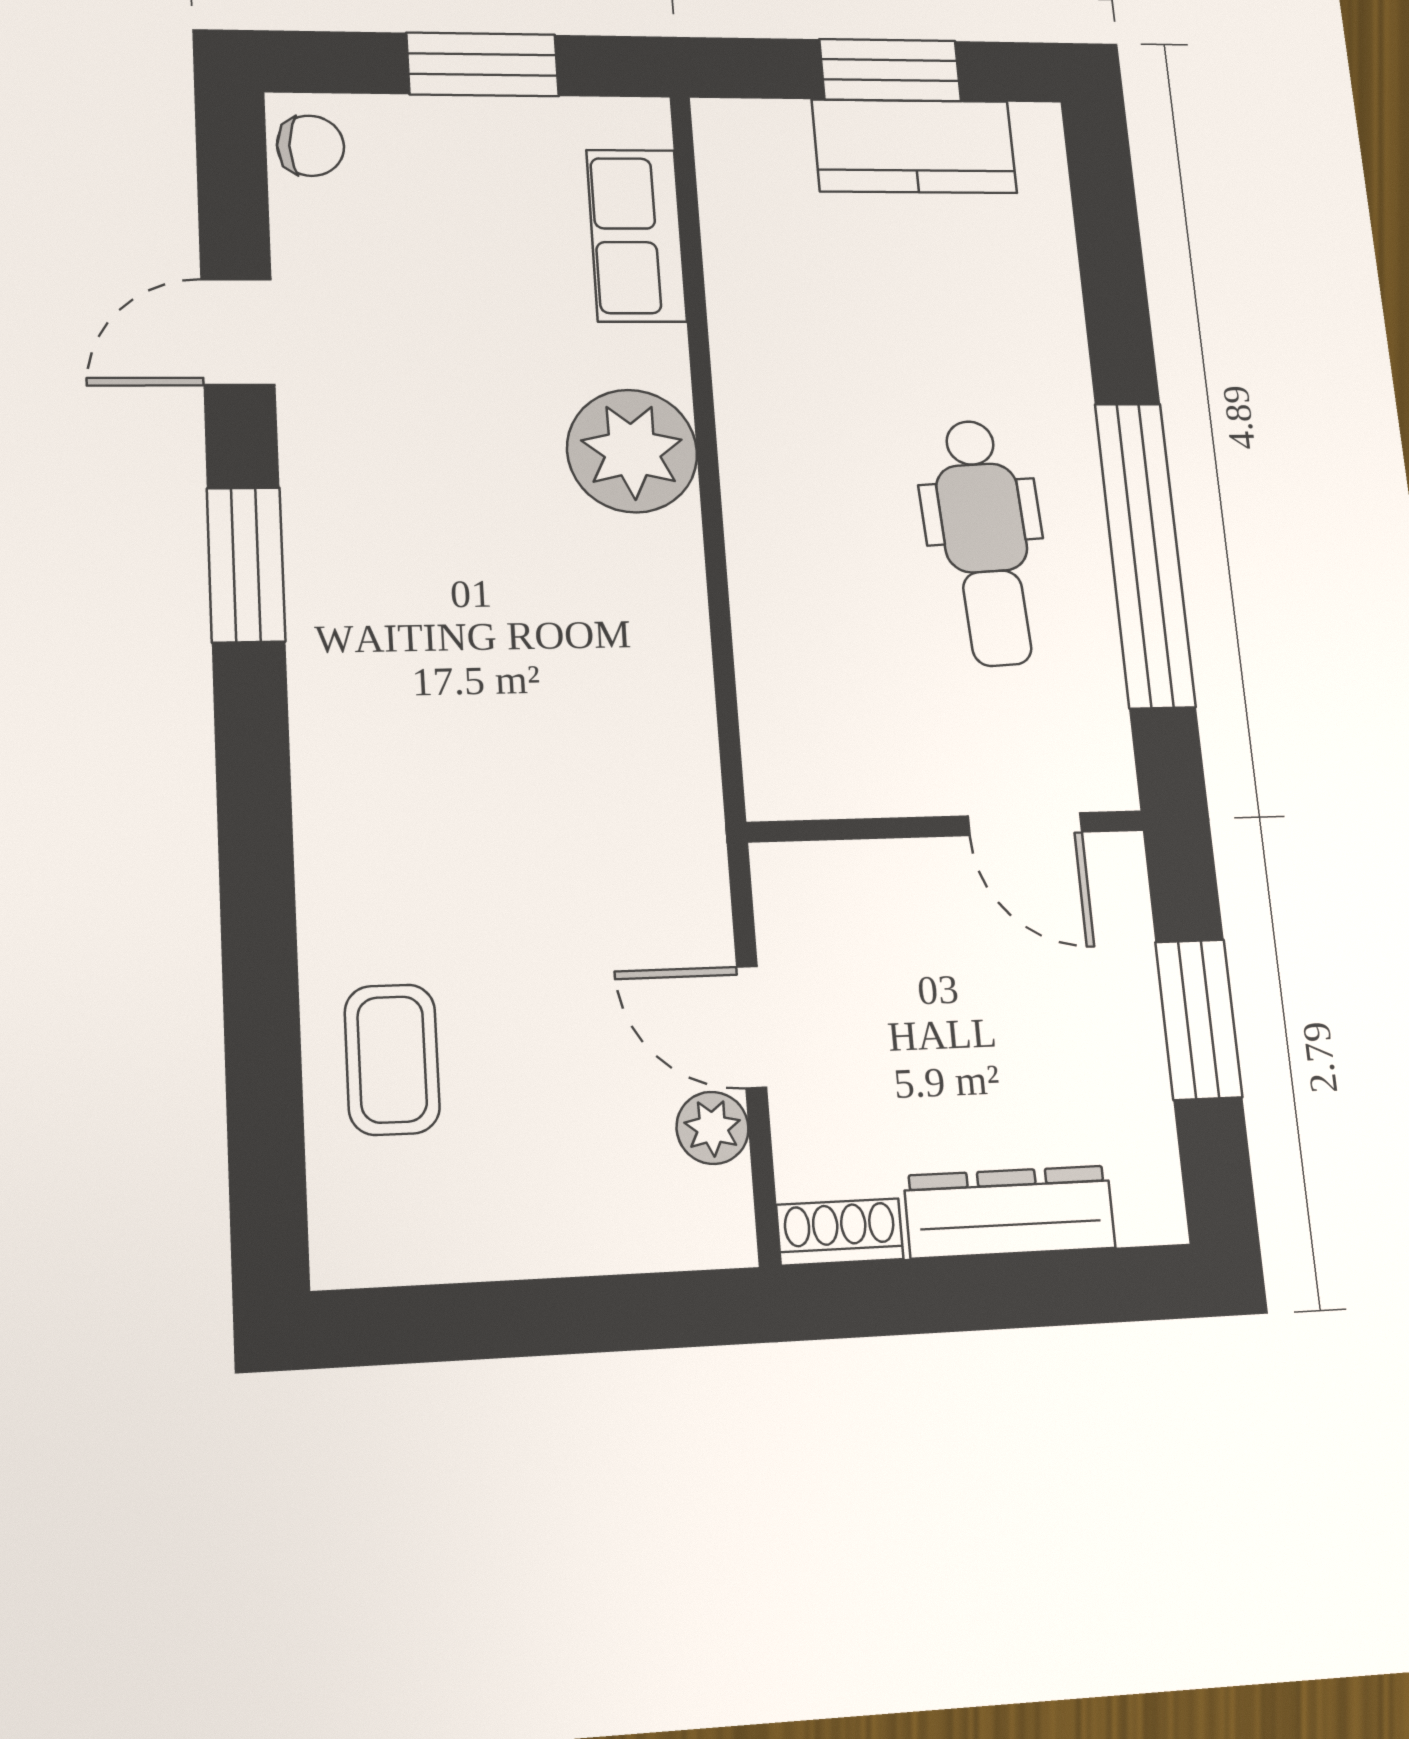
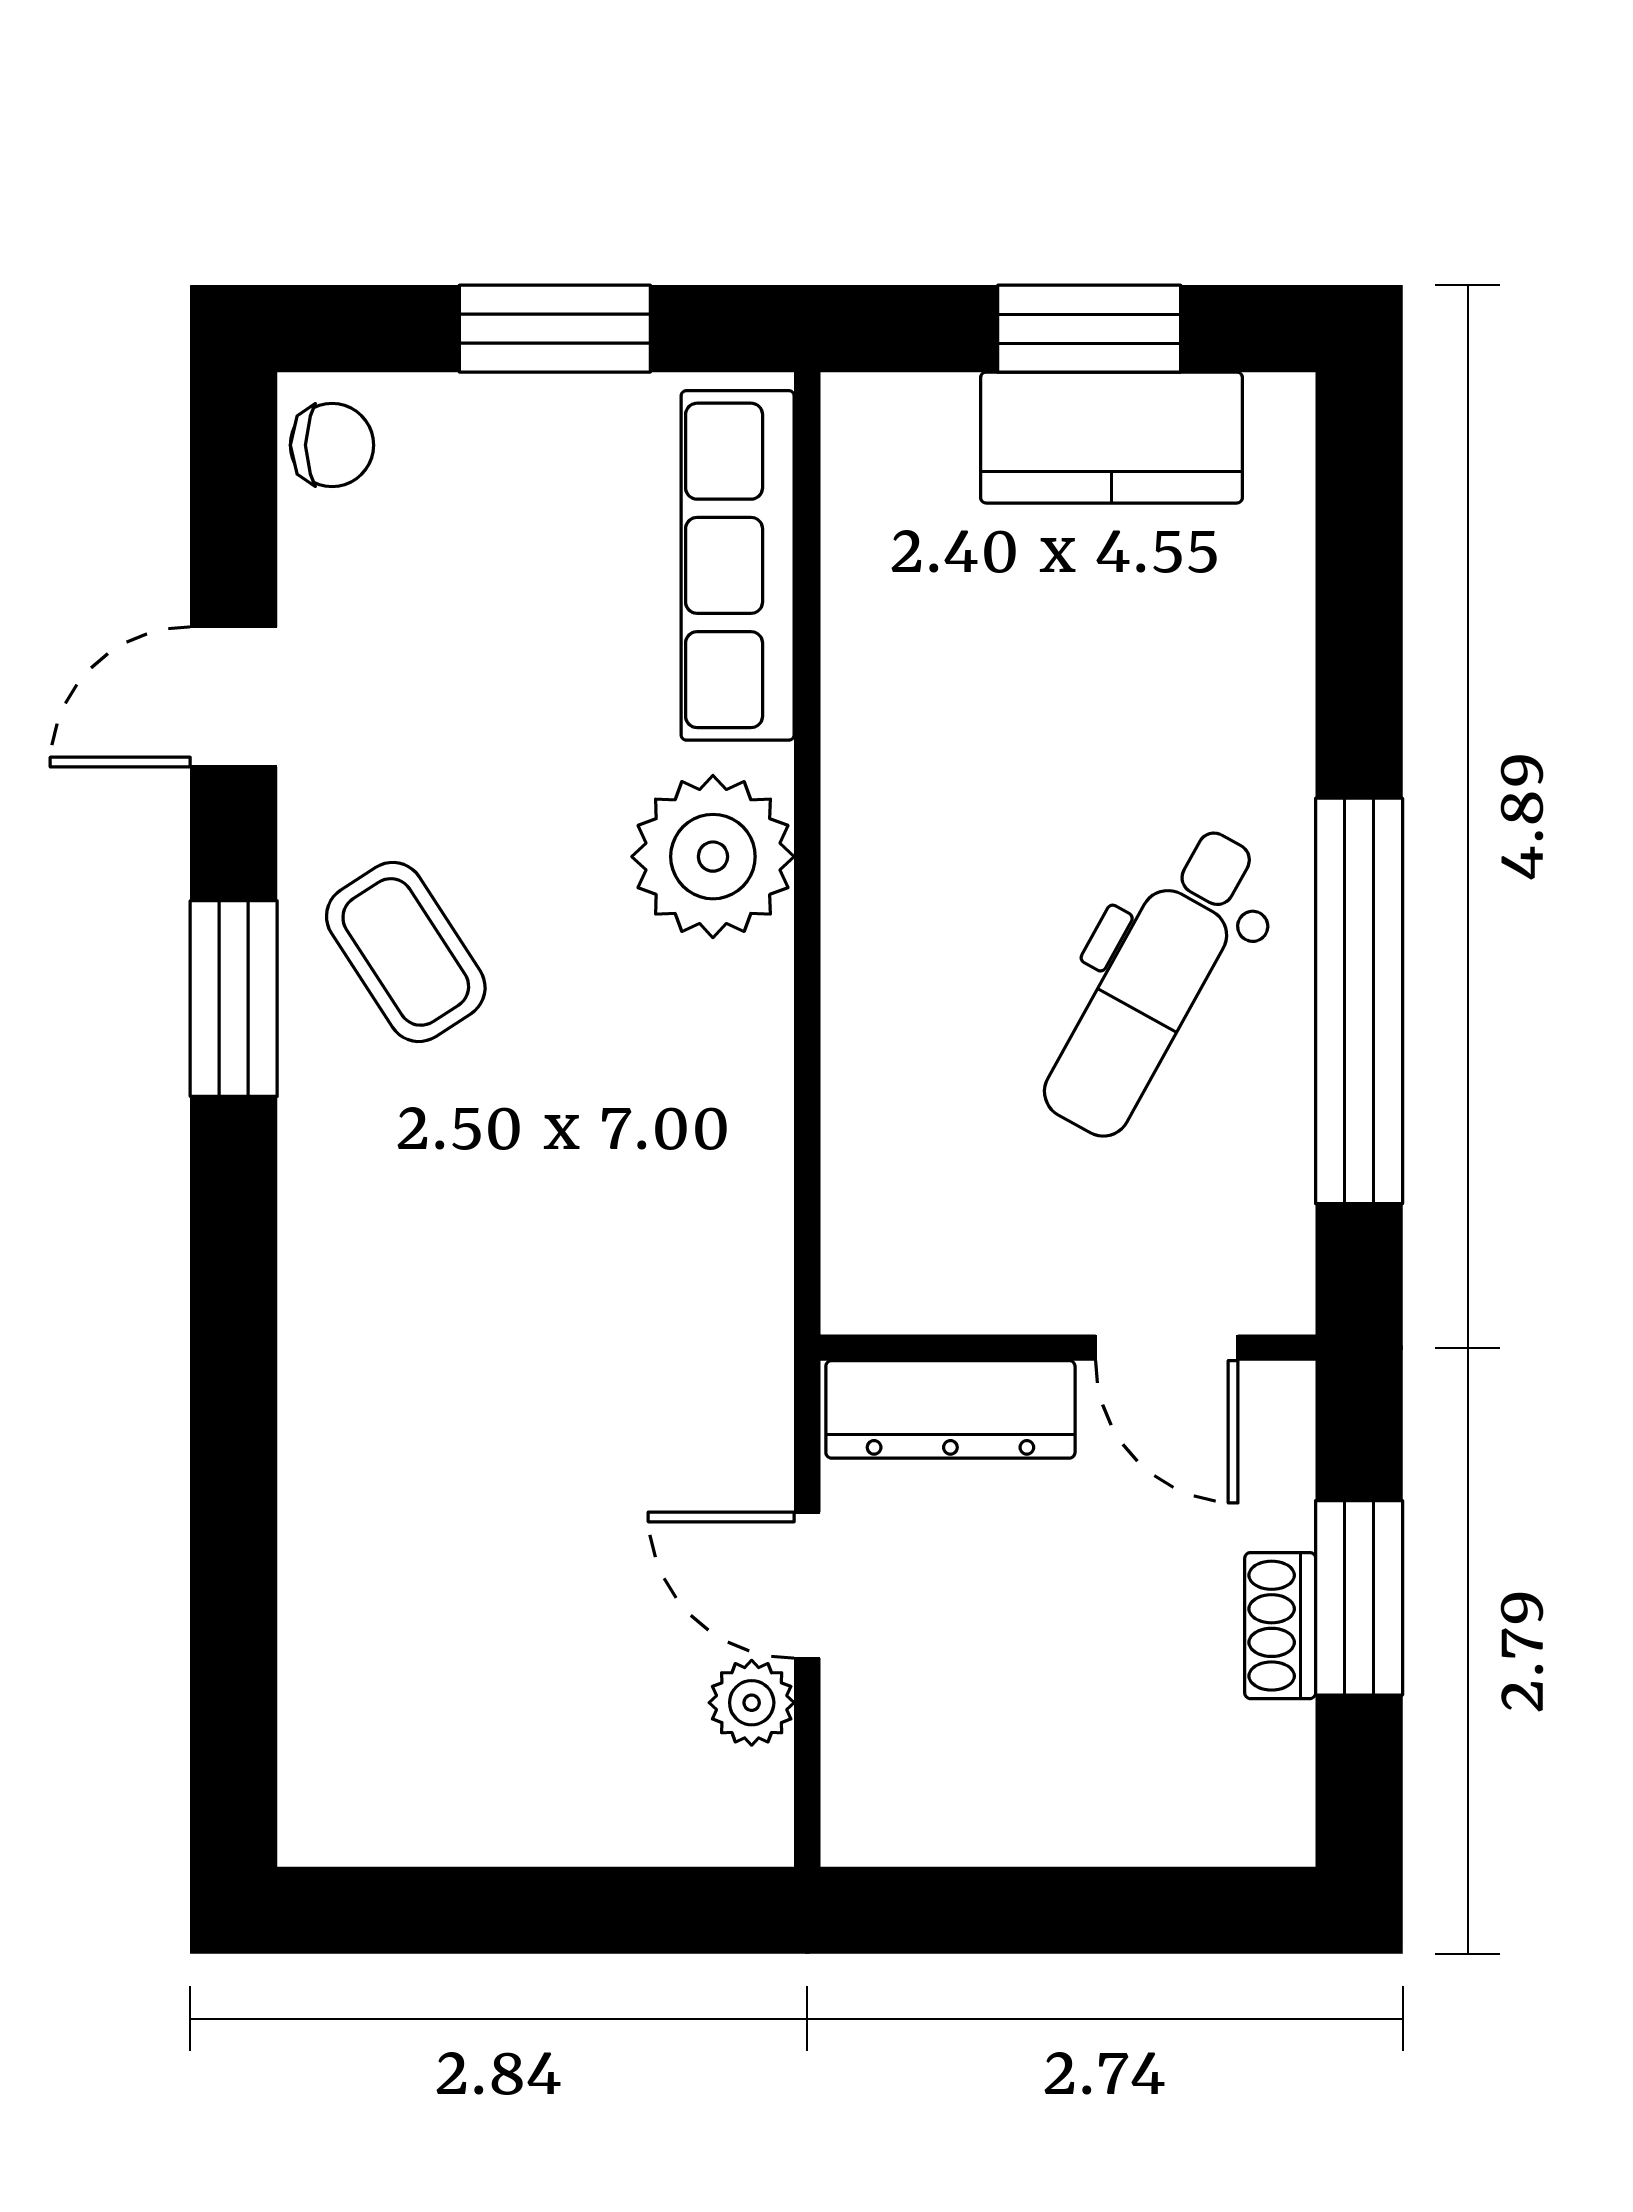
row of seats: (636, 235) -> (738, 565), width x1.48
dental chair: (985, 542) -> (1153, 982), turned 32
coffee table: (392, 1059) -> (406, 952), moved, turned -33
dresser: (1010, 1212) -> (950, 1409), moved, turned 180
shoe rack: (840, 1232) -> (1280, 1626), moved, turned -90

